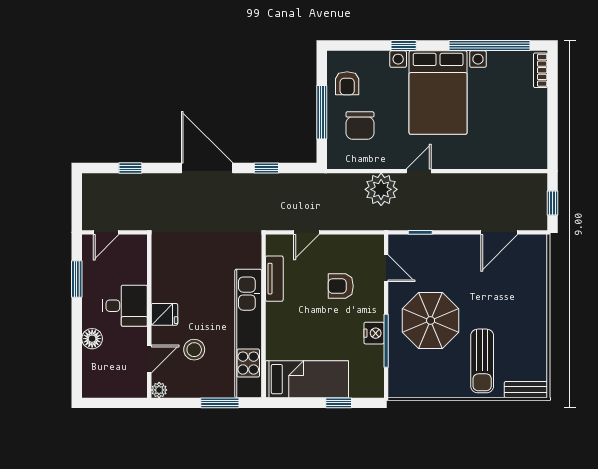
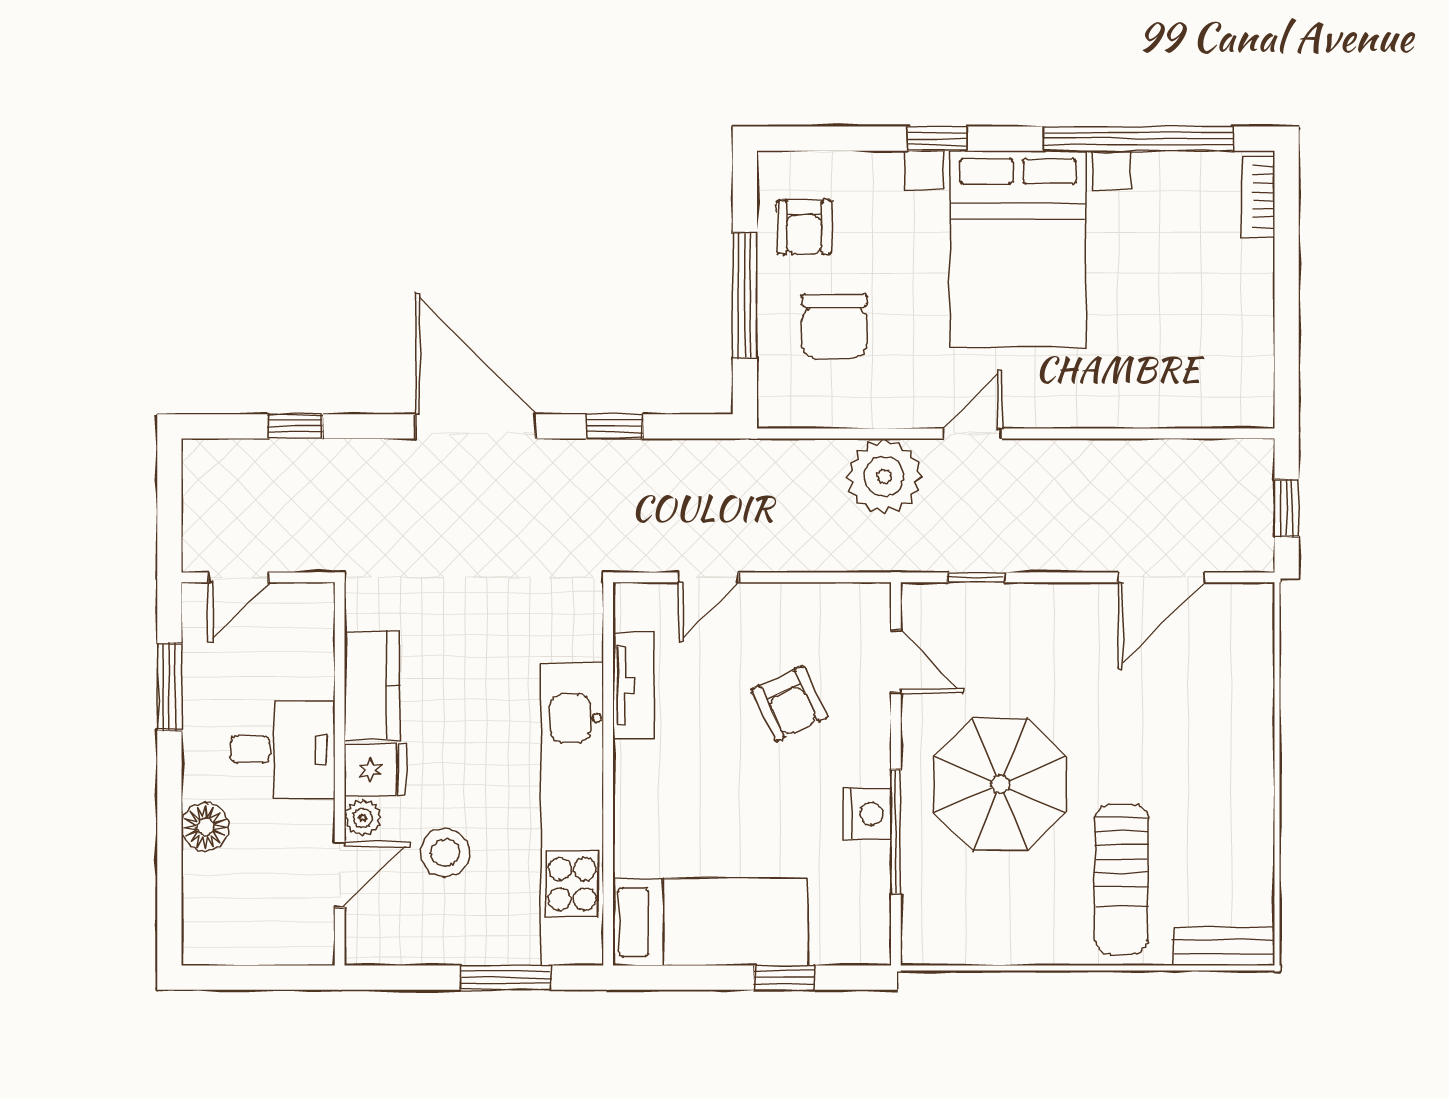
kitchen counter: (163, 278) -> (372, 685), added
armchair: (341, 286) -> (789, 703), turned -115
plant: (159, 390) -> (363, 818), moved

